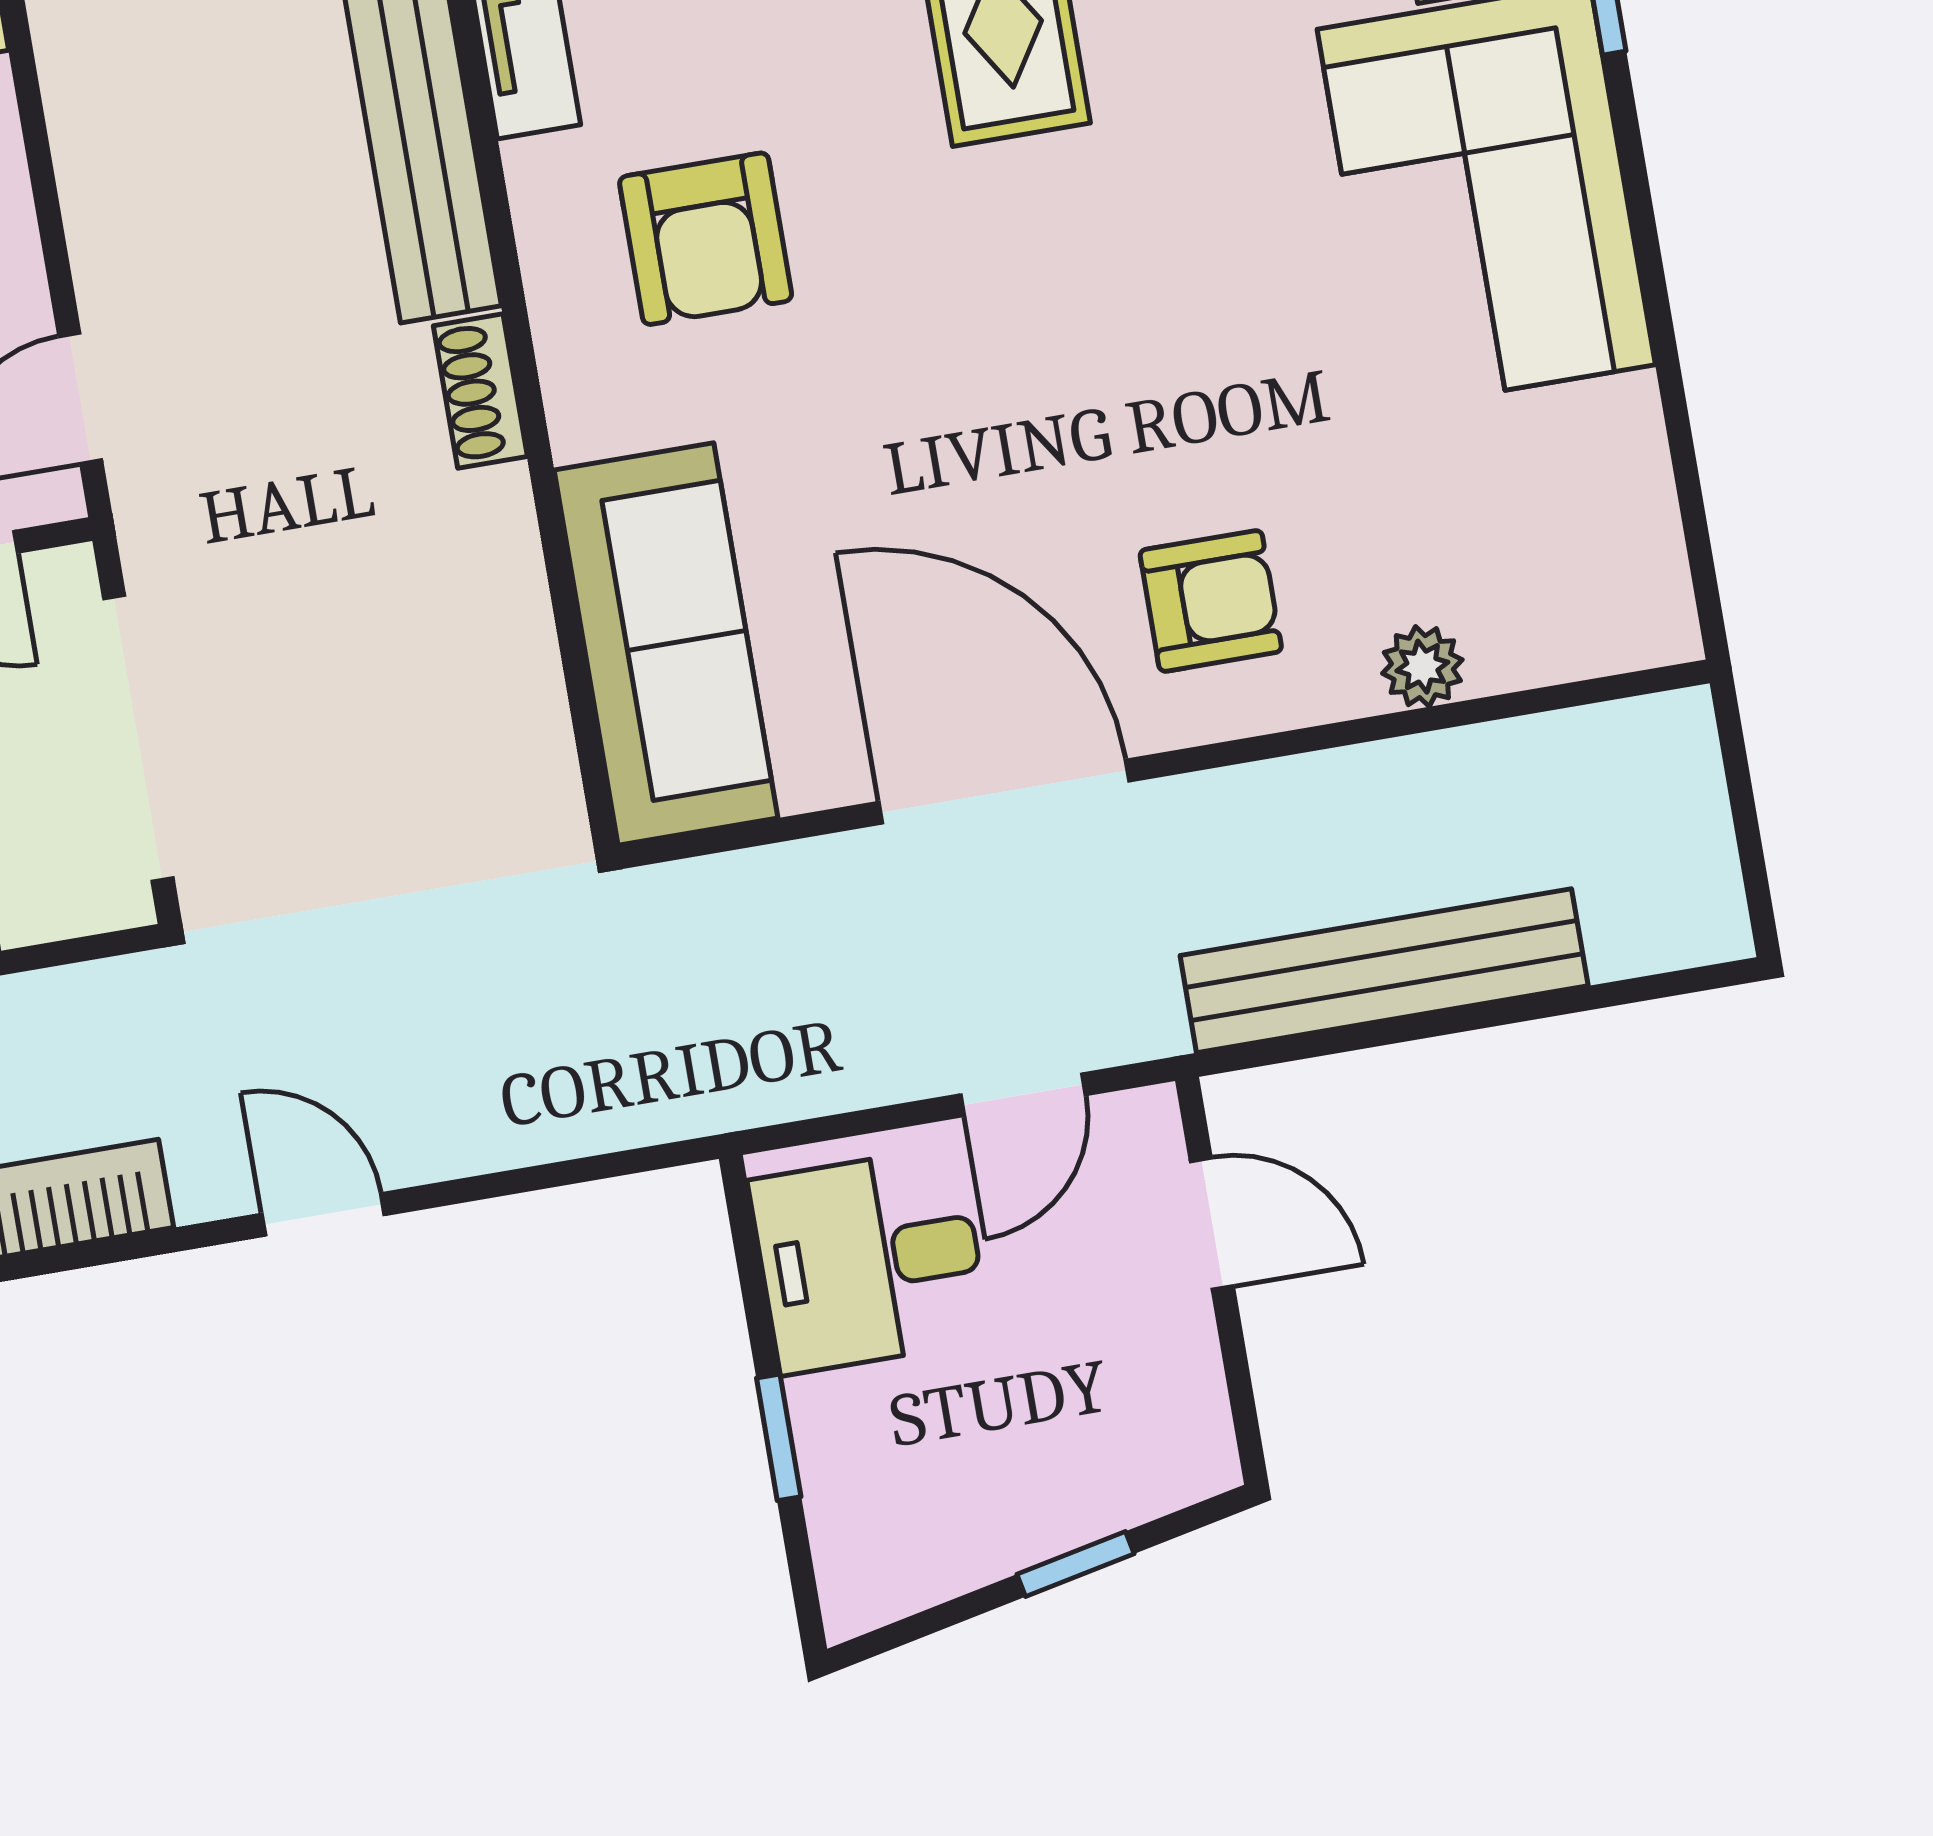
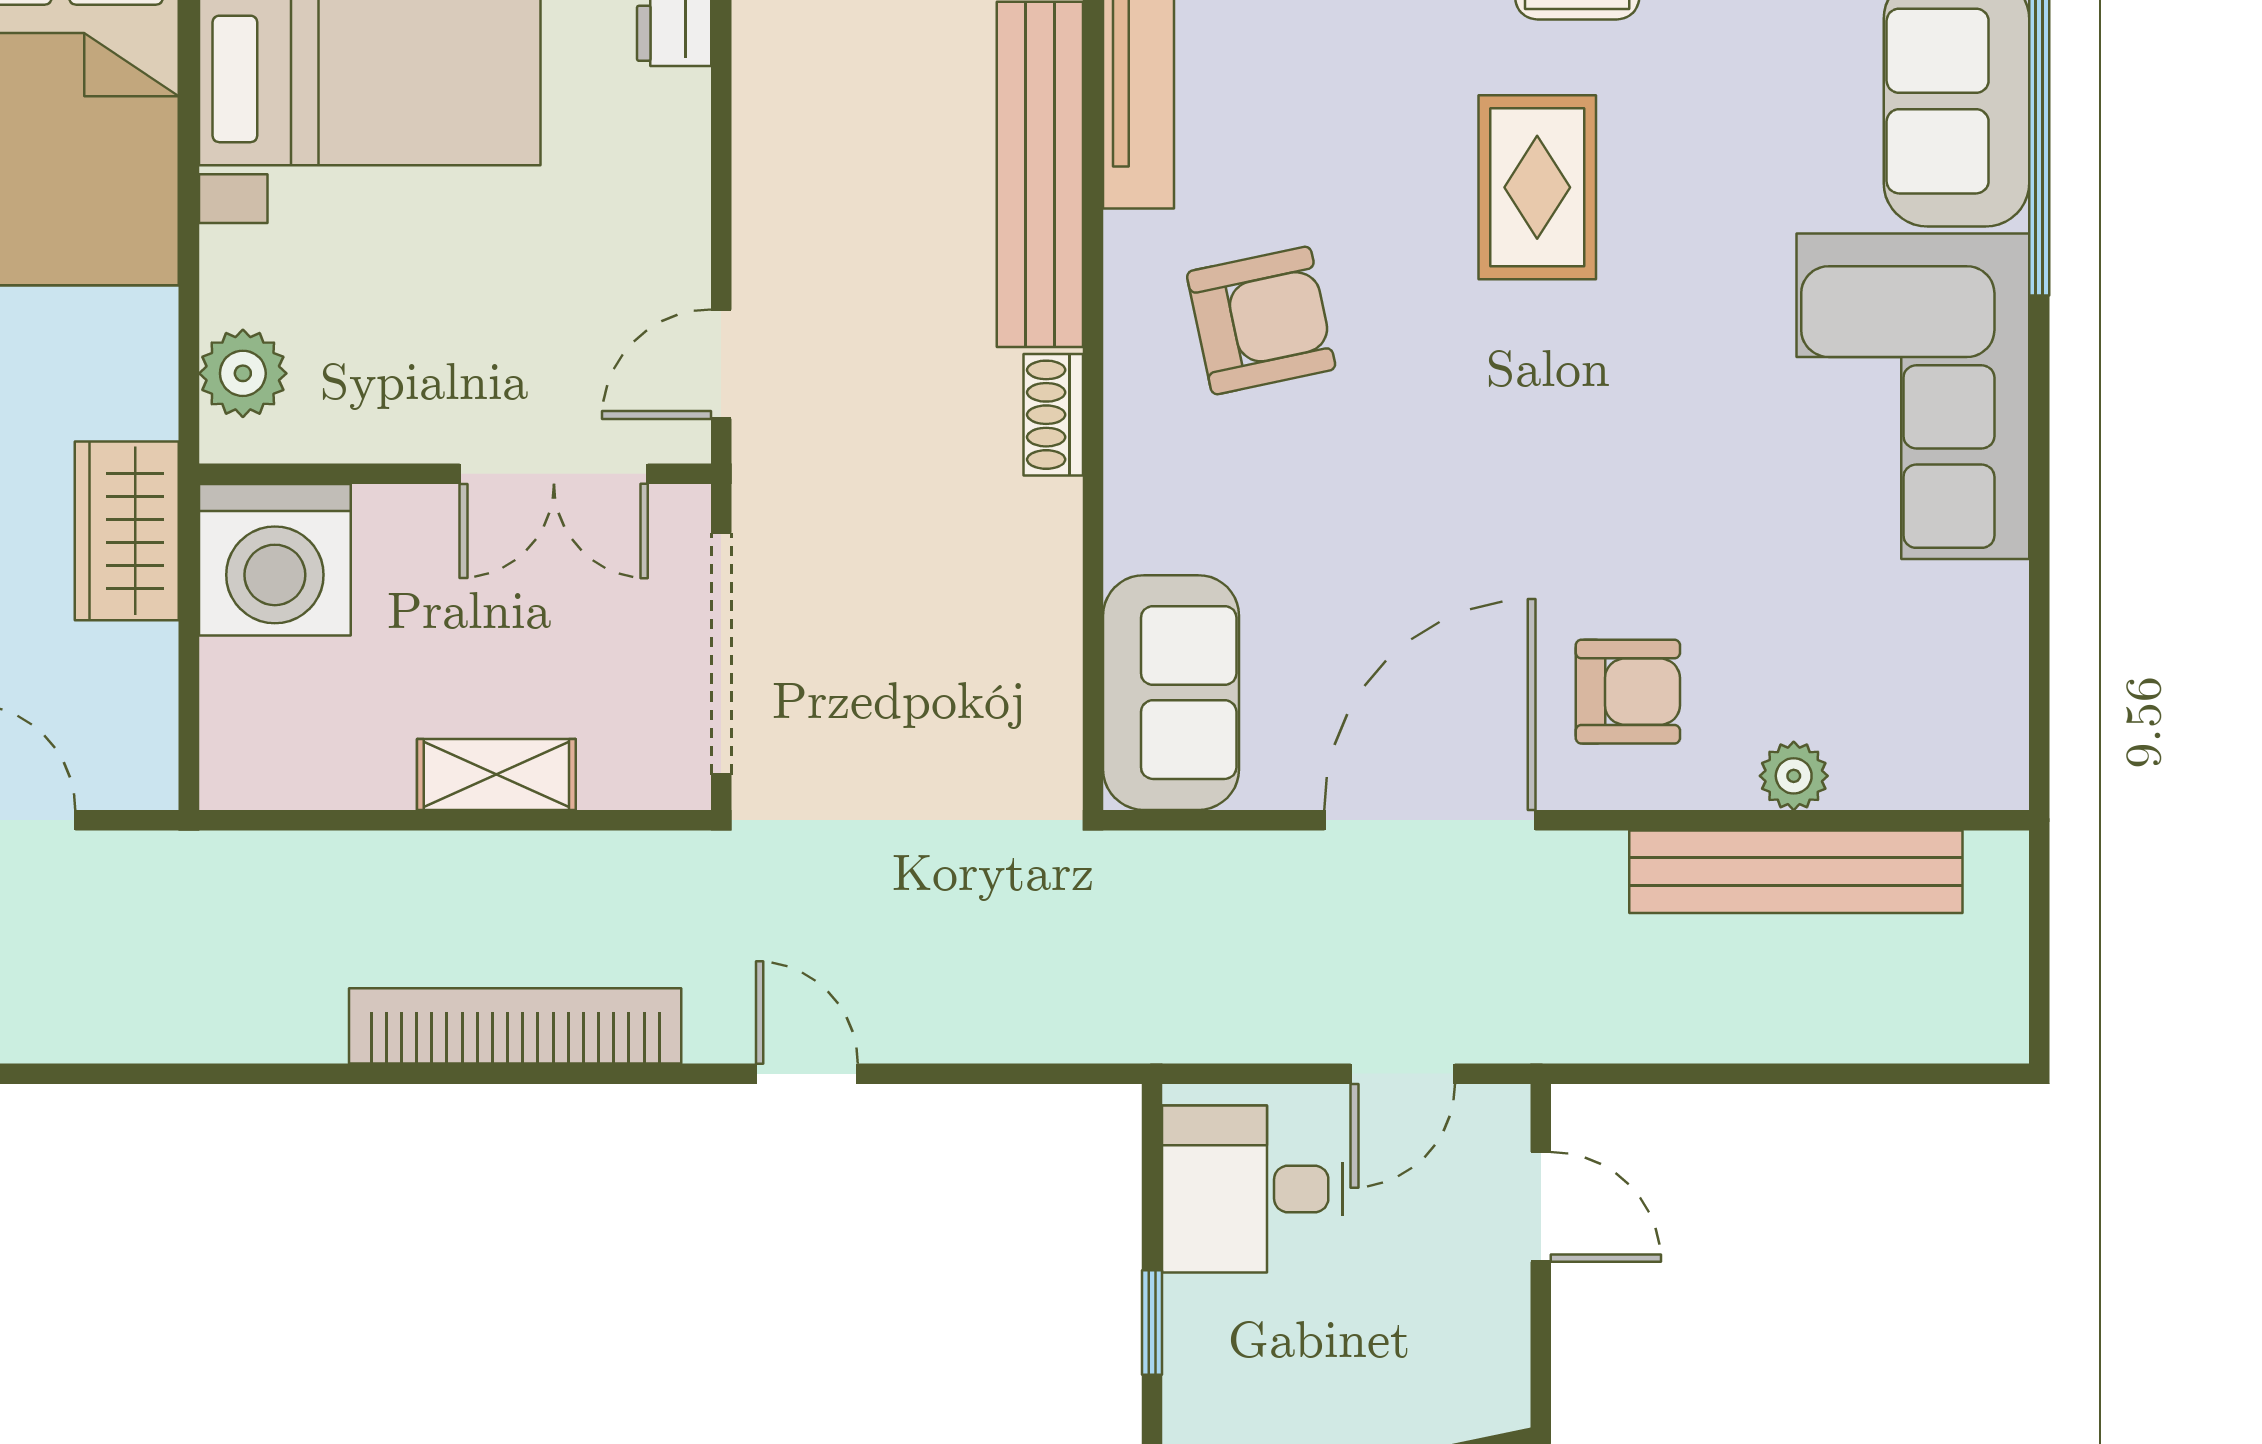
armchair: (706, 239) -> (1261, 320), turned -102
sofa: (666, 644) -> (1171, 693), width x0.73
door: (1004, 792) -> (1430, 820), hinge flipped
bench: (1384, 971) -> (1796, 872), moved

